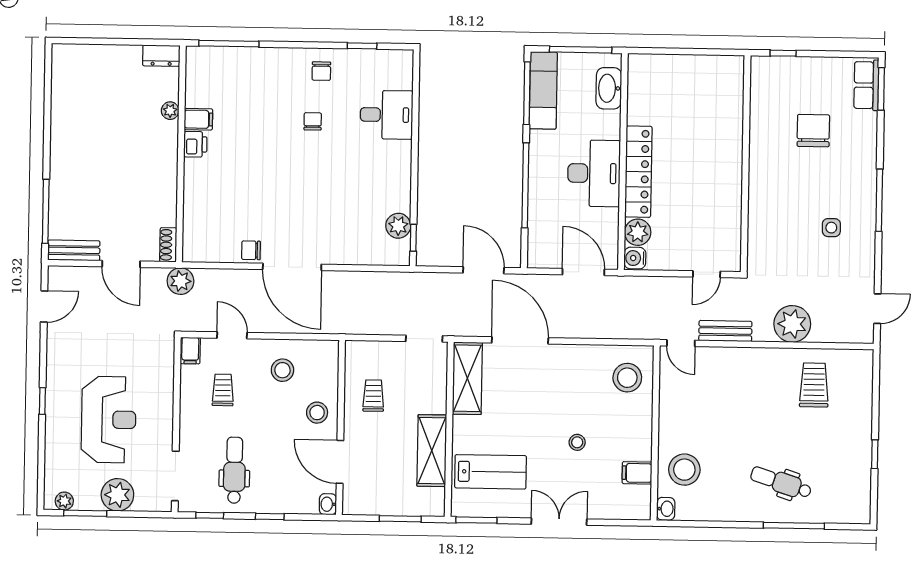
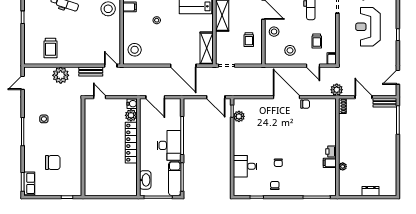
dresser: (161, 56) -> (371, 191), moved
chair: (813, 131) -> (53, 163), turned -90
desk: (594, 173) -> (169, 145), moved, turned 180
door: (483, 270) -> (216, 97), moved
door: (707, 274) -> (100, 97), hinge flipped

